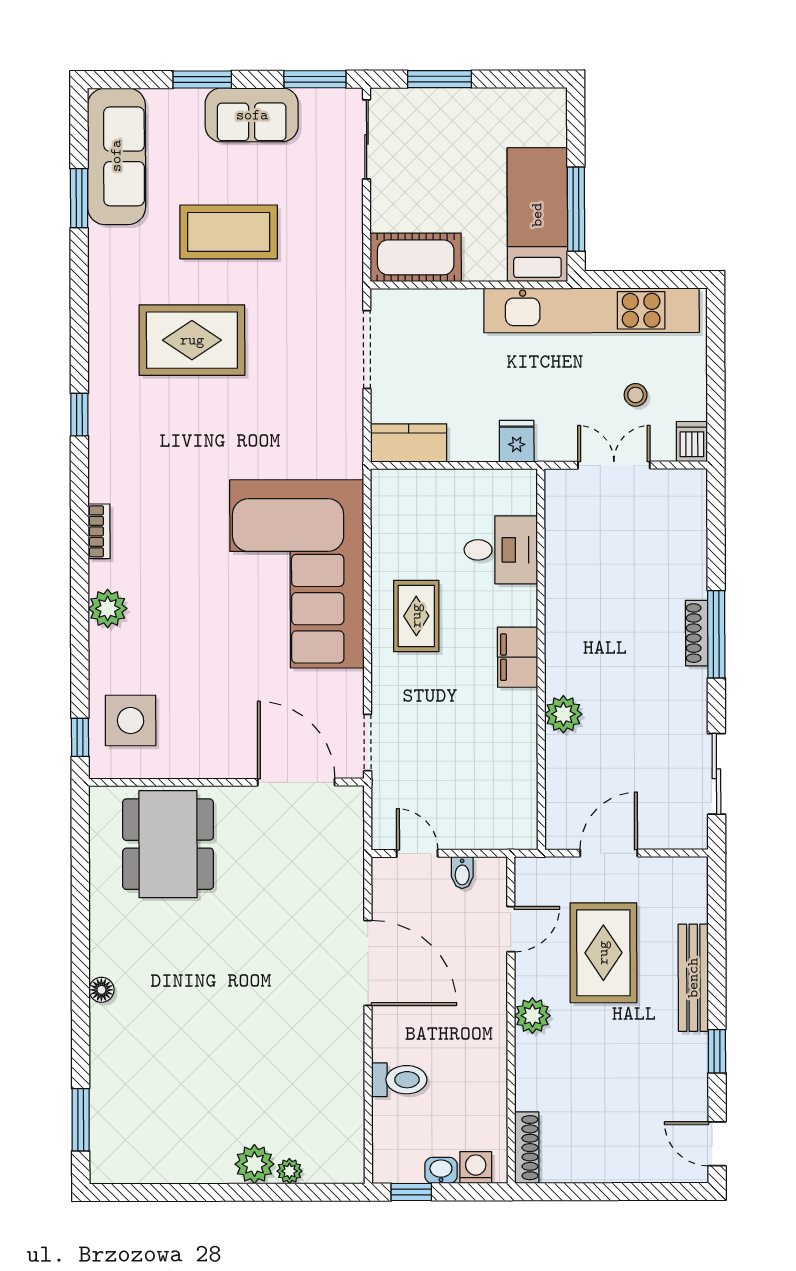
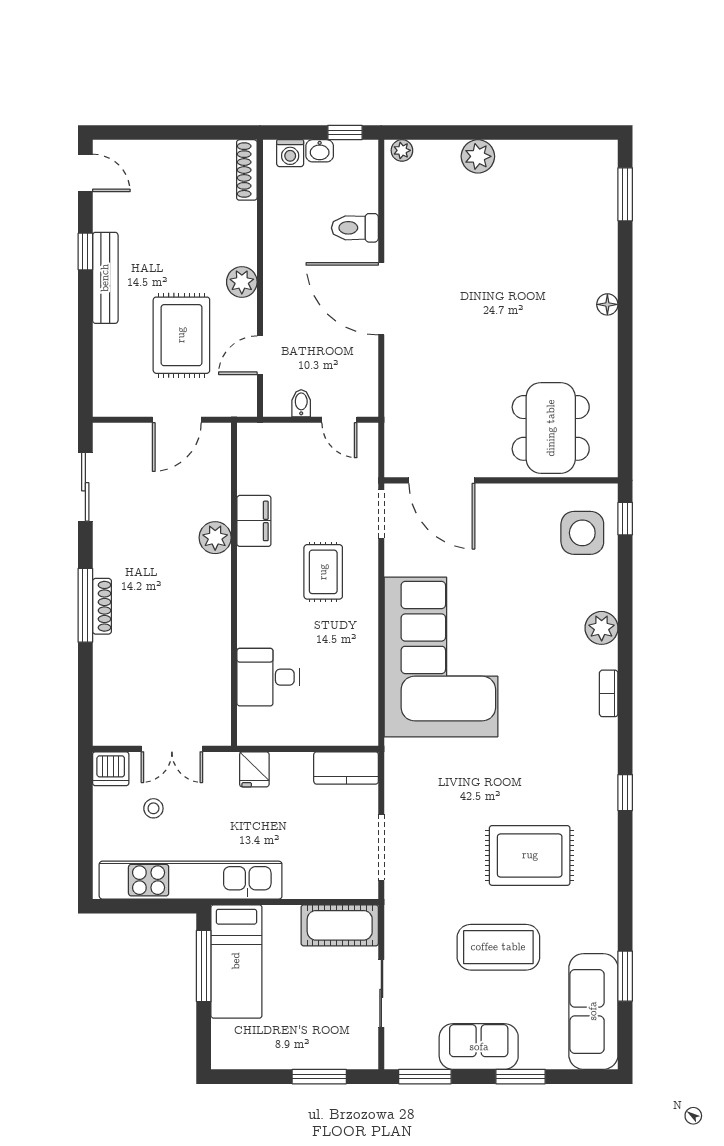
sliding door: (367, 139) -> (381, 993), moved
dishwasher: (692, 442) -> (111, 769), width x1.38
rug: (416, 616) -> (323, 572), moved
filing cabinet: (518, 657) -> (254, 521), moved
door: (368, 963) -> (381, 299), moved
bench: (693, 978) -> (105, 278), moved
plant: (289, 1171) -> (402, 150), moved

